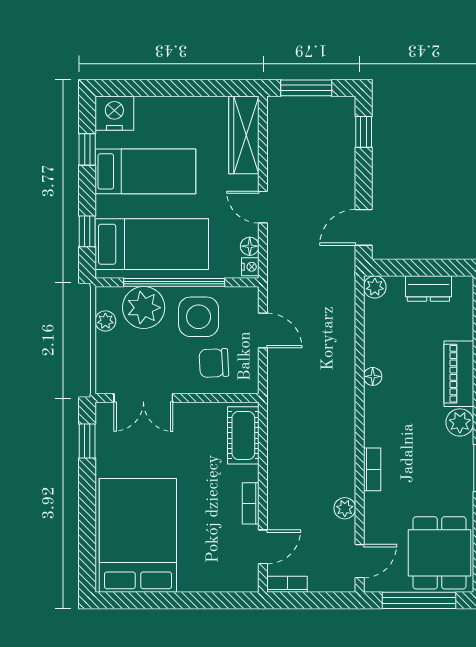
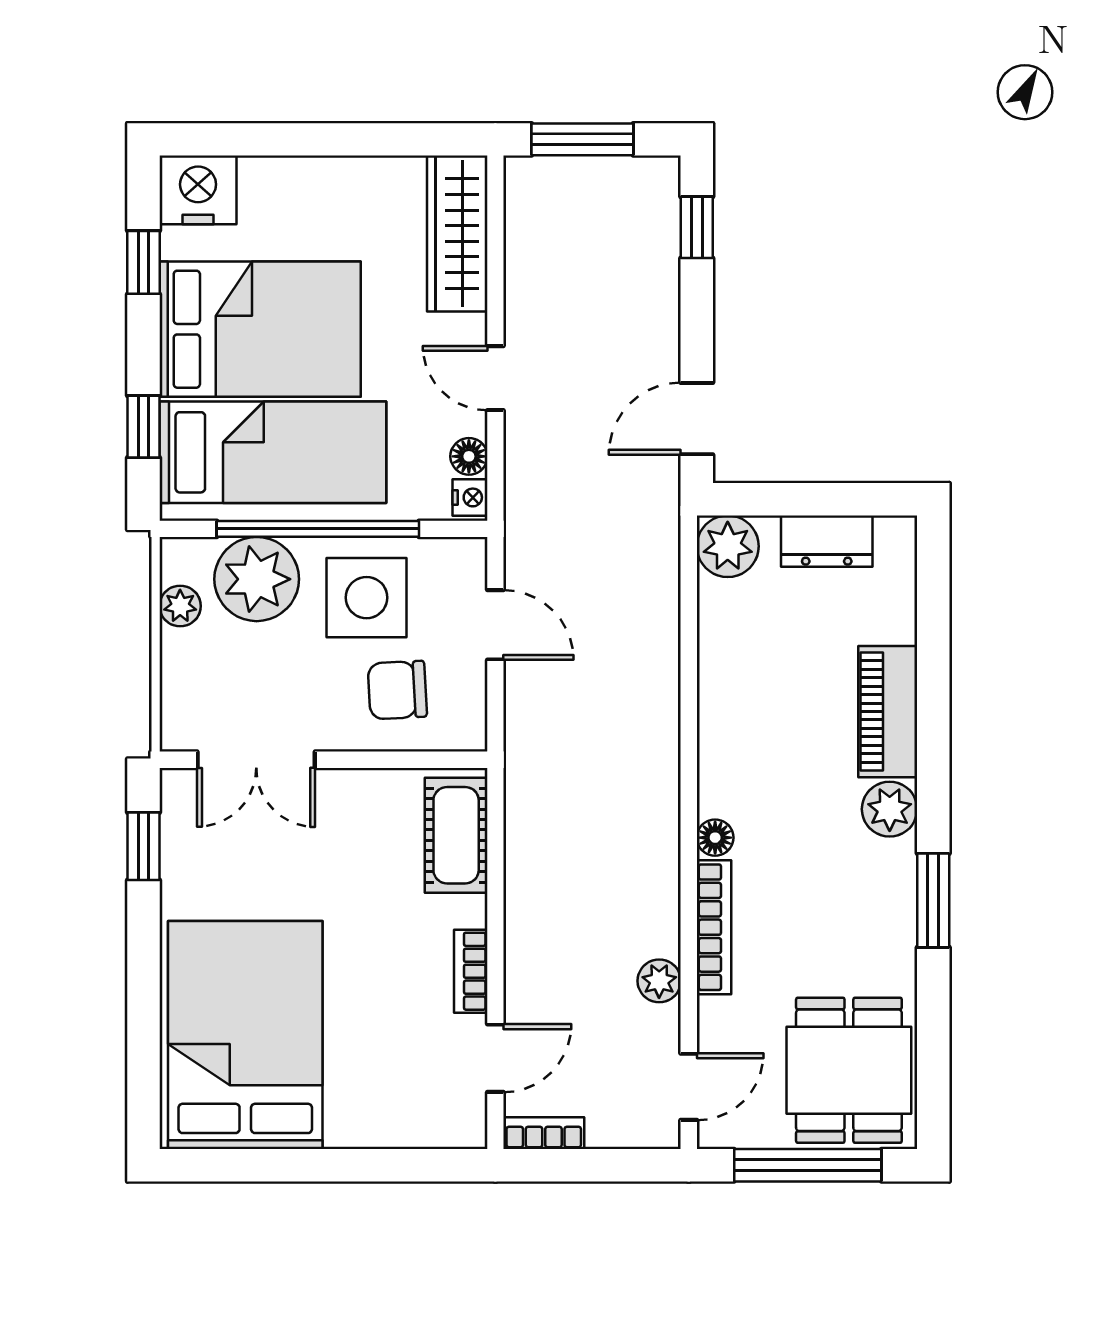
bed: (145, 171) -> (260, 329), width x1.50
plant: (375, 287) -> (728, 546), width x1.38, depth x1.38
floor lamp: (373, 376) -> (715, 838), moved
bookcase: (372, 469) -> (714, 927), width x1.56

